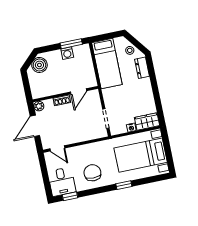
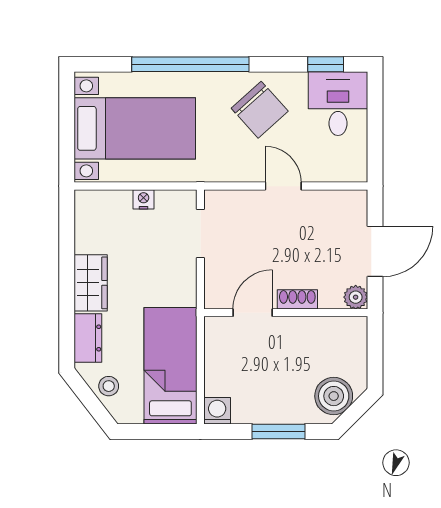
window: (71, 44) -> (279, 431), moved
washing machine: (67, 53) -> (217, 411), moved
wardrobe: (147, 122) -> (91, 283), moved, turned -90
door: (57, 148) -> (283, 186), moved
chair: (92, 173) -> (260, 110), turned -42
window: (124, 185) -> (190, 64), width x3.17

